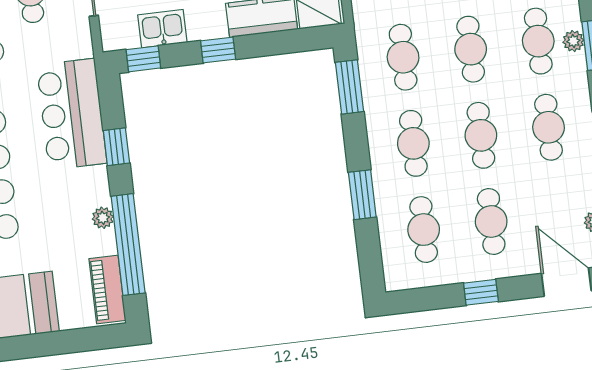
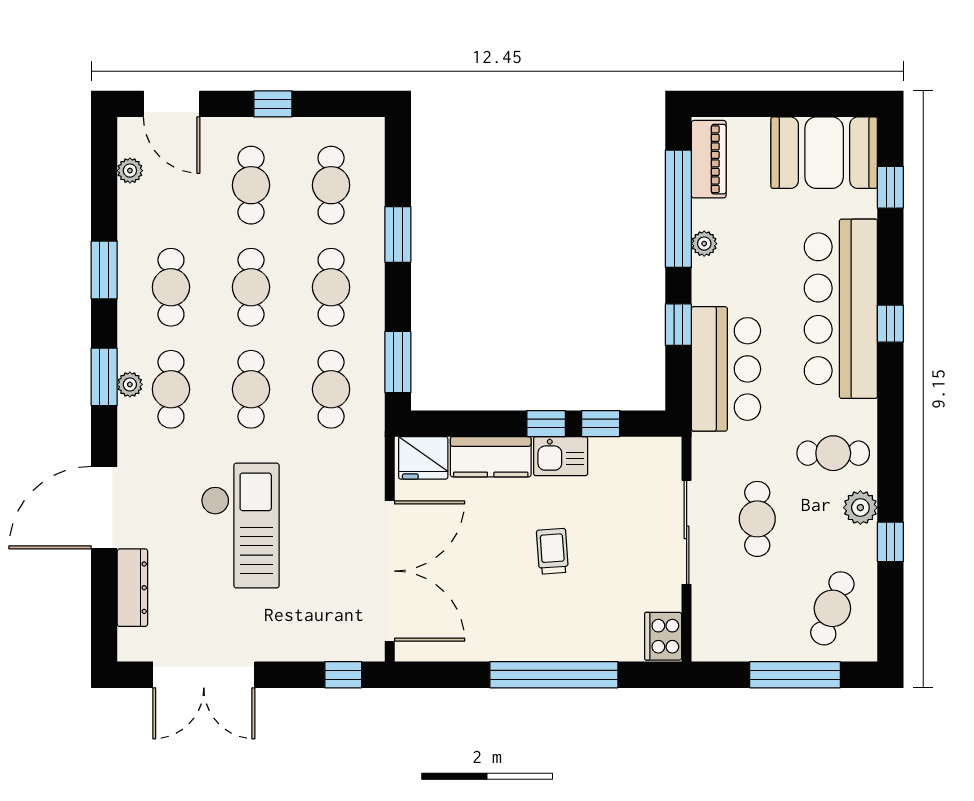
kitchen sink: (162, 29) -> (561, 456), moved
window: (143, 59) -> (601, 424), moved

